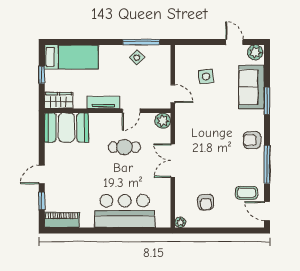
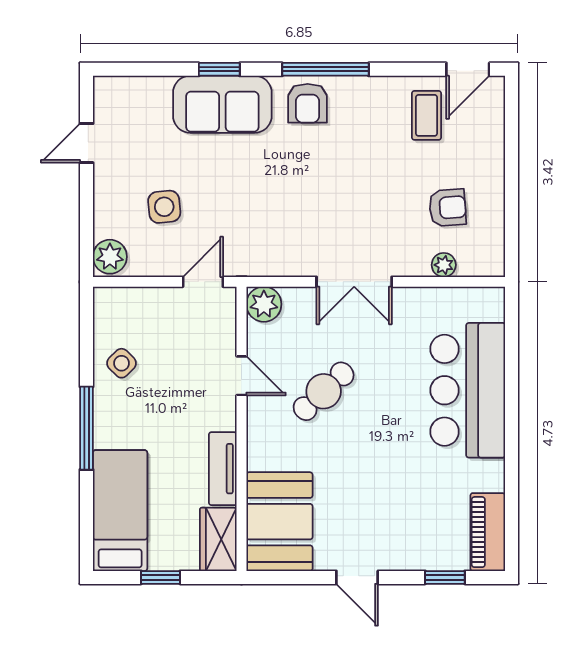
window: (141, 42) -> (87, 428), moved
plant: (255, 52) -> (110, 257), moved
sofa: (252, 87) -> (222, 104), moved
window: (267, 101) -> (219, 69), width x0.67
tv unit: (103, 102) -> (223, 469), moved
cafe table: (124, 147) -> (324, 391), turned 47
window: (267, 164) -> (325, 69), moved
door: (42, 175) -> (357, 577), moved
plant: (180, 222) -> (444, 265), moved

